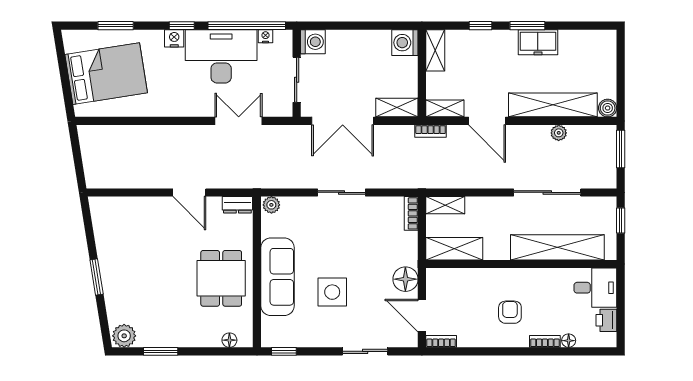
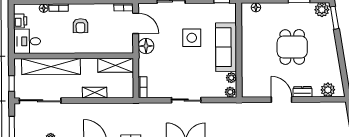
sliding door: (547, 192) -> (40, 101), moved
dresser: (237, 205) -> (302, 92), moved
shelving: (445, 205) -> (95, 93), moved
plant: (115, 208) -> (328, 90), added
plant: (269, 228) -> (231, 78), added
window: (97, 277) -> (335, 18), moved
dining table: (221, 278) -> (292, 47), moved

